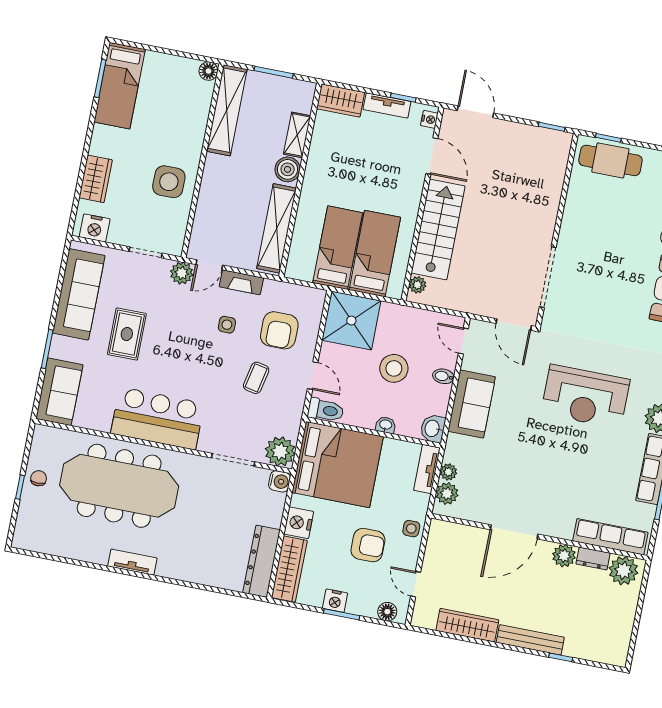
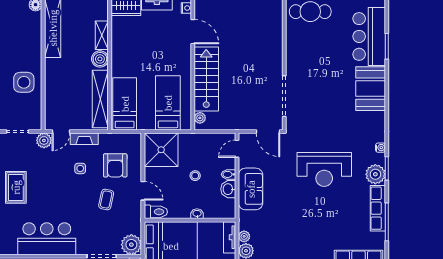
bed: (338, 248) -> (125, 104), moved
door: (463, 341) -> (237, 149), hinge flipped
stool: (394, 368) -> (195, 176), width x0.53, depth x0.53
washbasin: (433, 429) -> (228, 189), moved

